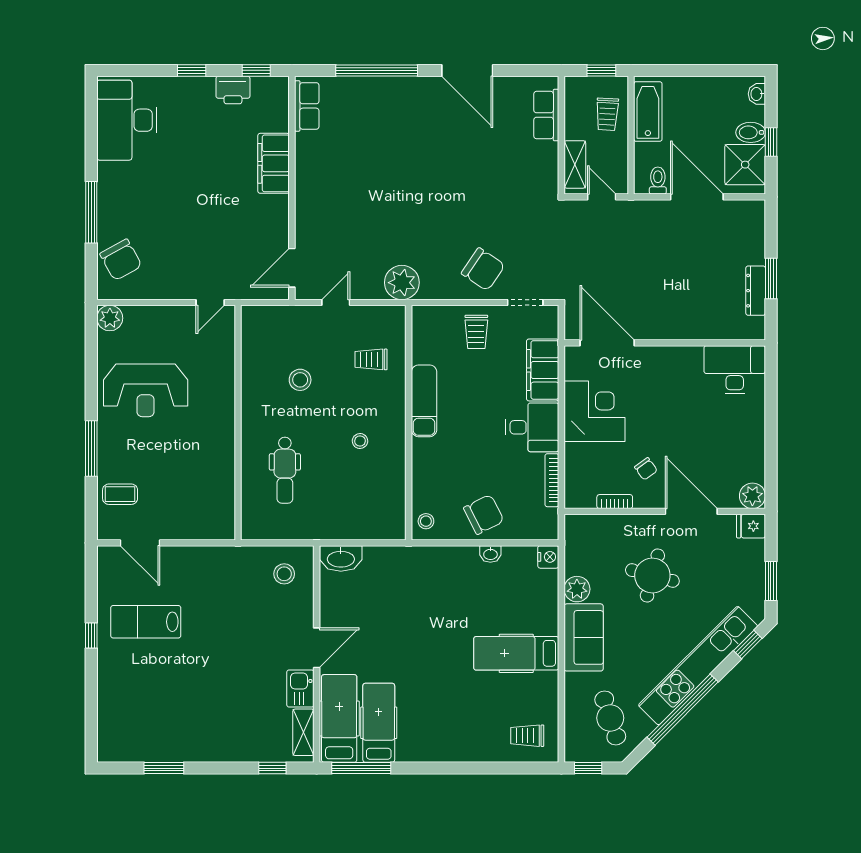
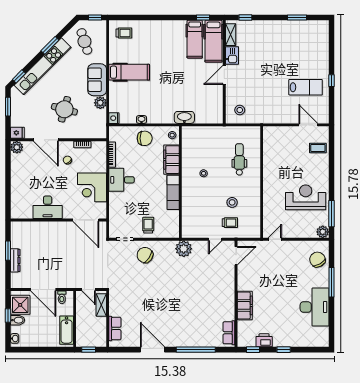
trolley: (607, 114) -> (86, 329), removed
desk: (127, 120) -> (315, 307), moved
dresser: (756, 291) -> (15, 260), moved
trolley: (371, 359) -> (230, 223), moved
filing cabinet: (543, 370) -> (171, 160), moved, turned 180
desk: (735, 370) -> (48, 207), moved
window: (91, 449) -> (331, 214), moved
chair: (484, 514) -> (145, 138), turned -153
washbasin: (341, 558) -> (184, 117), moved
window: (683, 710) -> (50, 45), width x0.47
window: (361, 768) -> (203, 18), width x0.46

